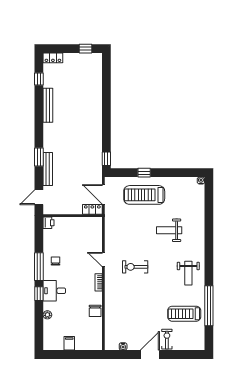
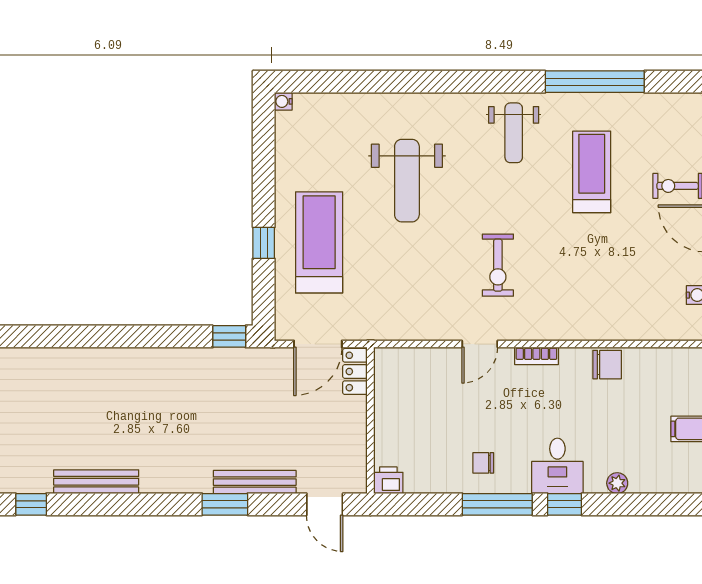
treadmill: (144, 195) -> (319, 242), turned 180
weight bench: (169, 230) -> (407, 181), width x1.36, depth x1.33
weight bench: (188, 273) -> (514, 133), turned 90
treadmill: (184, 314) -> (592, 172), moved, turned 180

